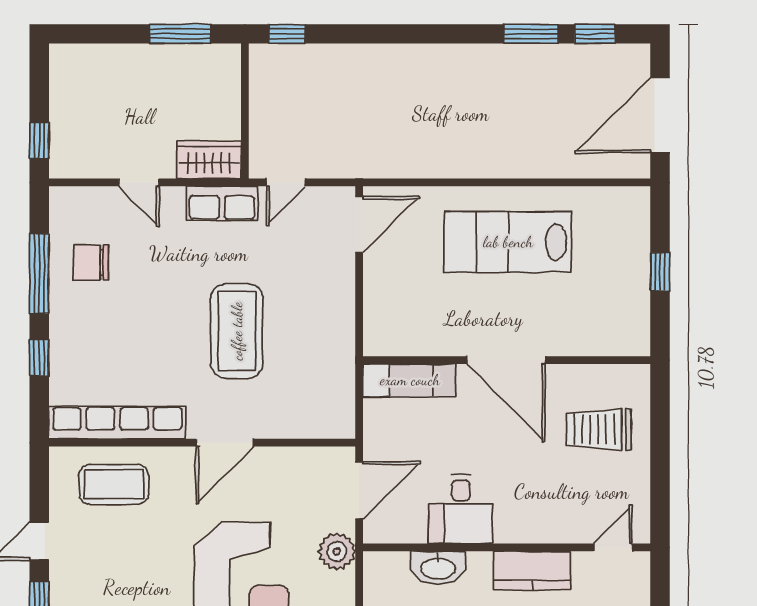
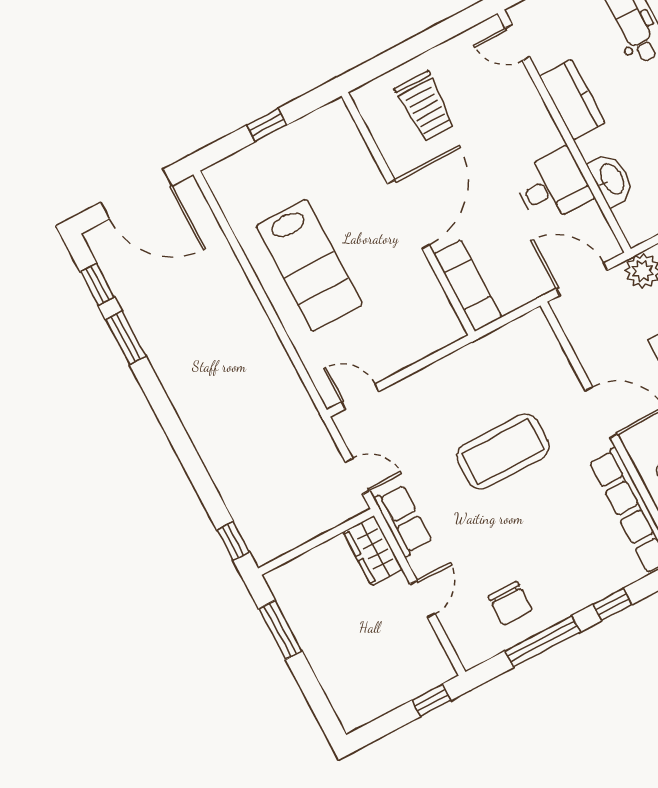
door: (359, 224) -> (360, 397), width x0.73

